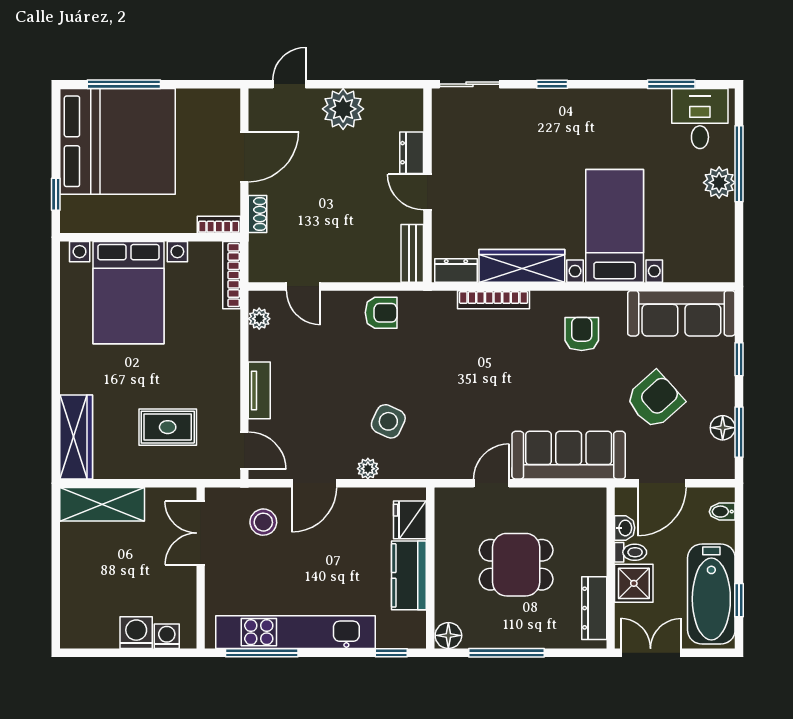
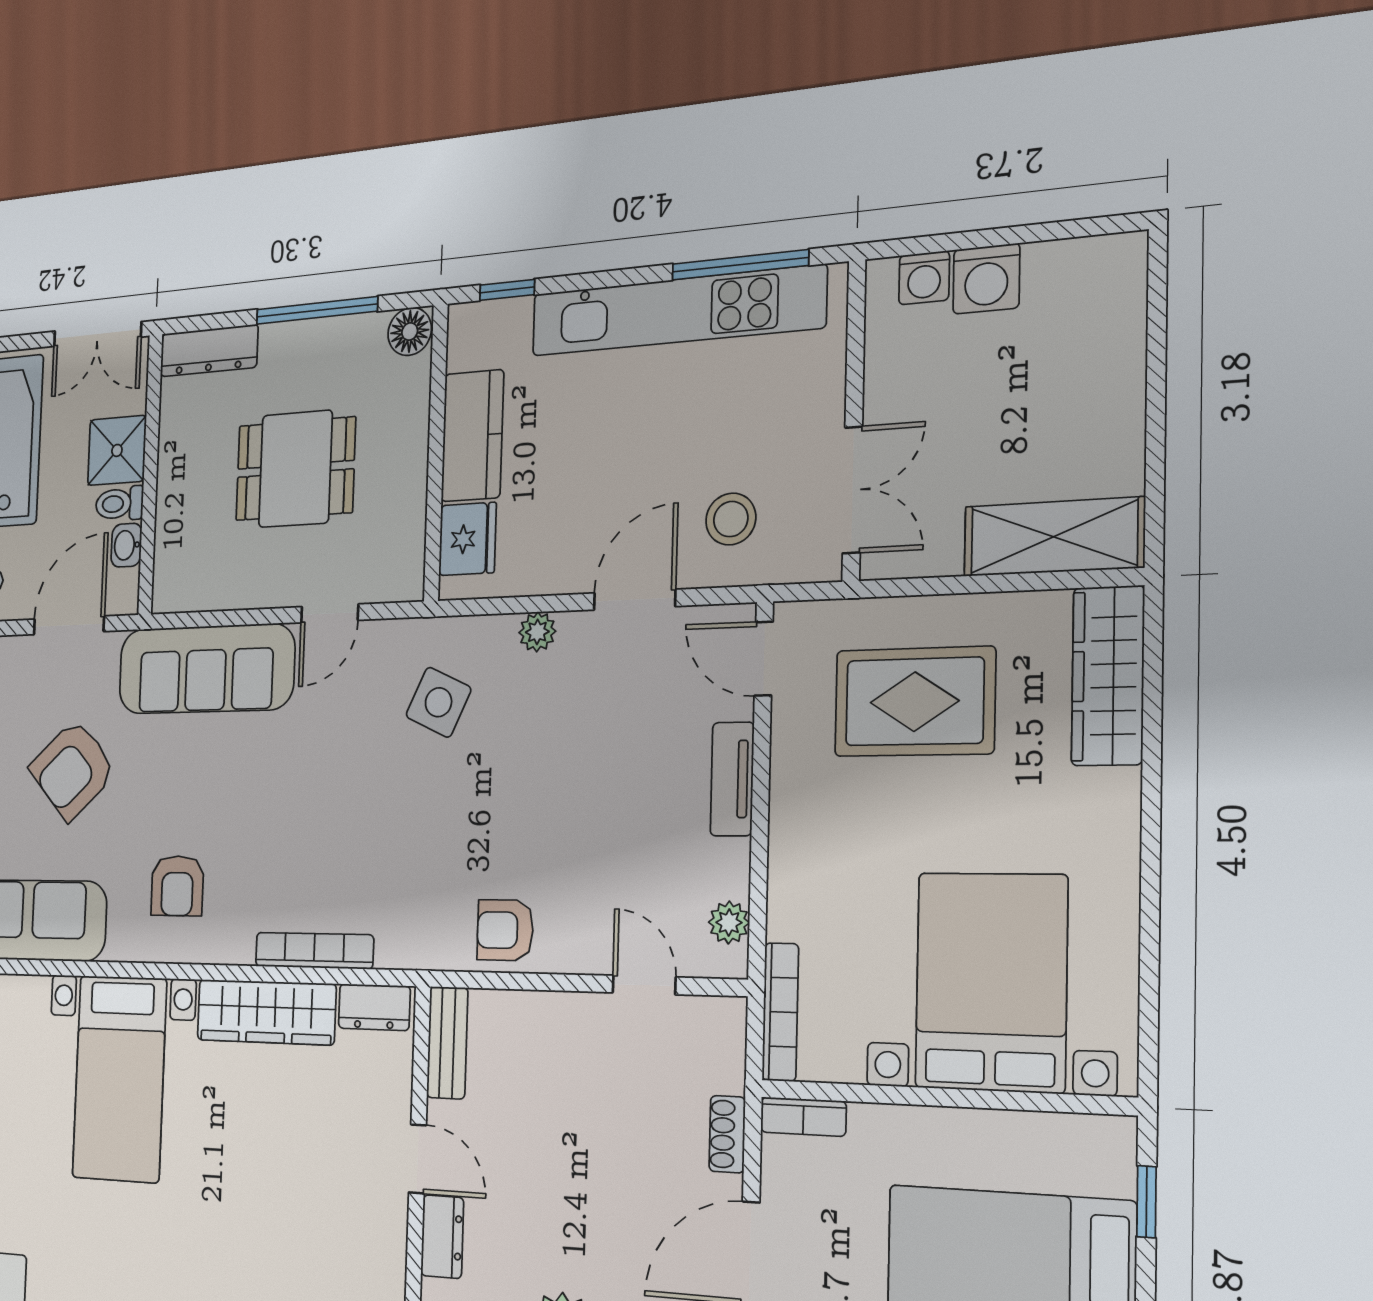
side table: (388, 421) -> (439, 702), moved
rug: (168, 427) -> (914, 702), width x1.36, depth x1.43
dresser: (594, 608) -> (209, 351), moved, turned 90

